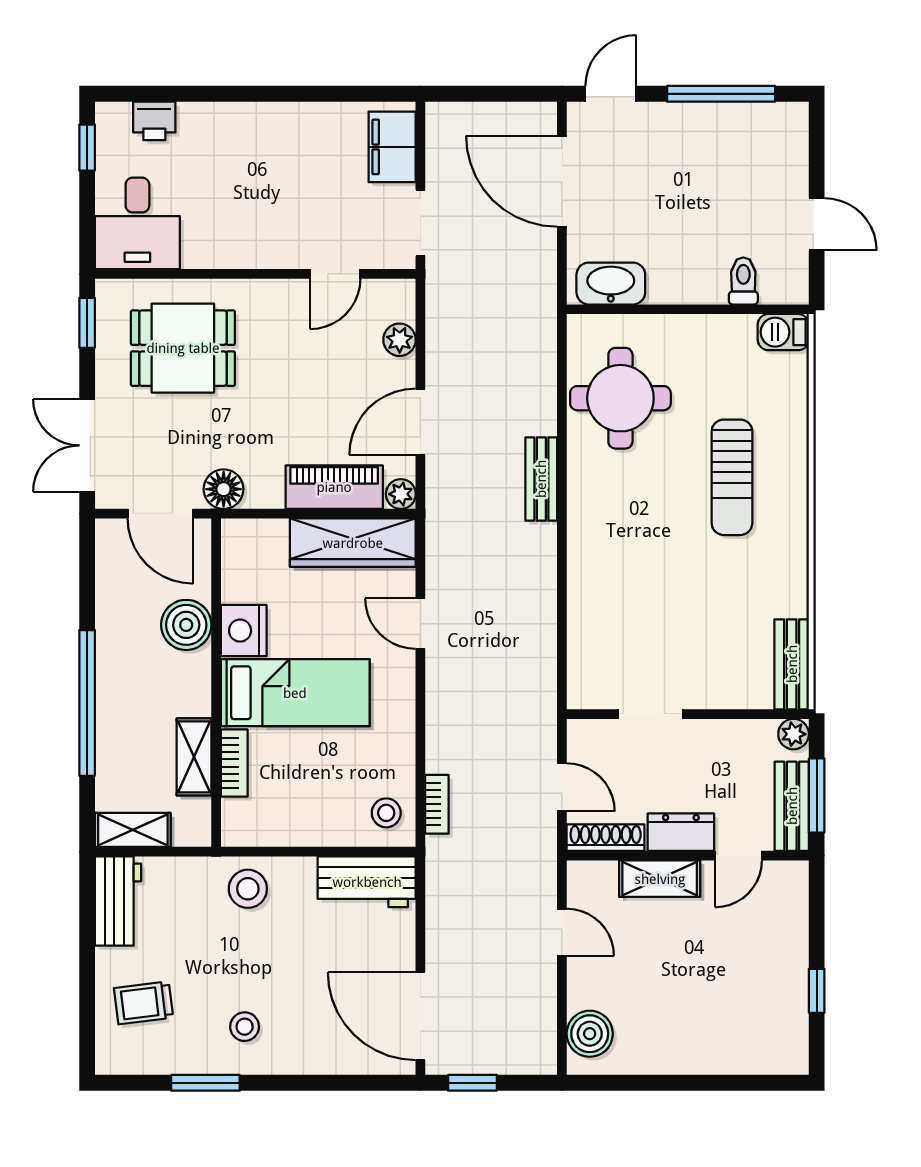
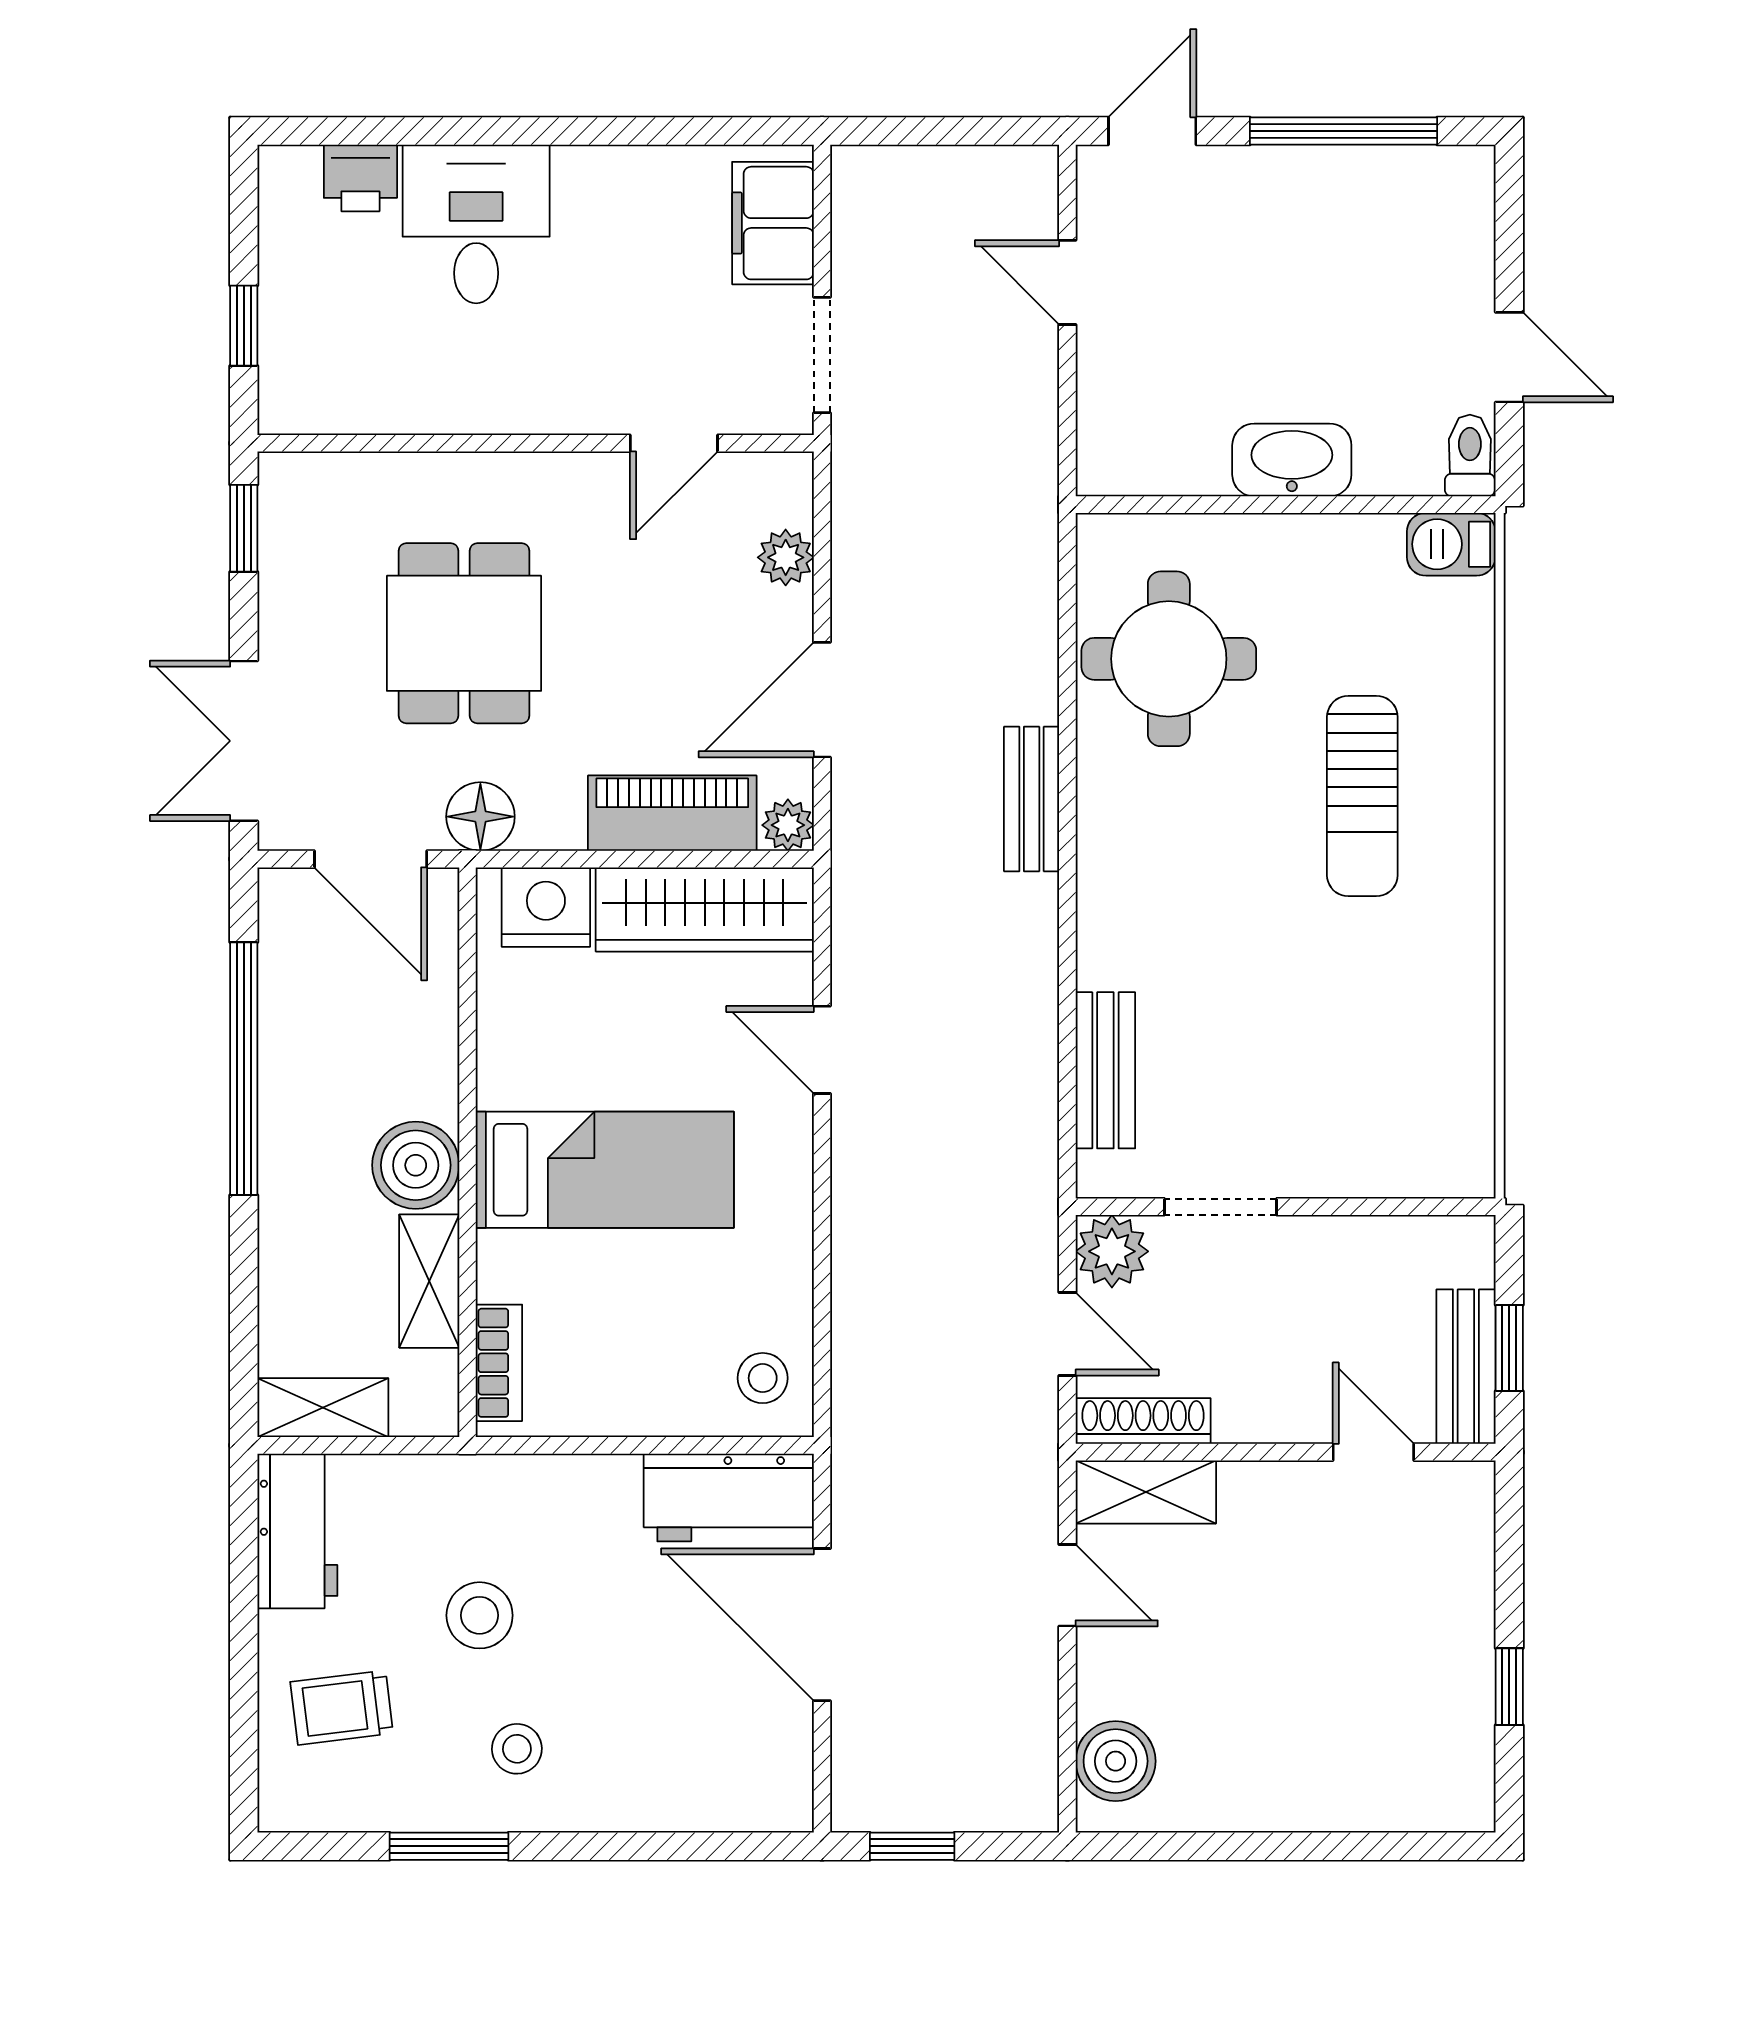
window: (87, 148) -> (244, 326), moved
door: (562, 181) -> (1067, 282), width x0.53
desk: (137, 223) -> (476, 224), moved, turned 180
toilet: (743, 281) -> (1470, 456), moved
washbasin: (611, 284) -> (1292, 460), moved
dining table: (183, 348) -> (464, 633), moved, turned 90
boiler: (186, 625) -> (416, 1165), moved
nightstand: (244, 631) -> (546, 907), moved, turned 90
bench: (792, 664) -> (1105, 1070), moved
window: (87, 703) -> (244, 1069), moved
plant: (794, 734) -> (1112, 1251), moved, width x1.38, depth x1.38
bookcase: (234, 763) -> (499, 1363), moved
window: (817, 796) -> (1509, 1348), width x0.67
bookcase: (437, 804) -> (851, 1363), removed
dresser: (681, 832) -> (1274, 1412), removed
door: (738, 856) -> (1373, 1452), swing flipped
shelving: (660, 879) -> (1146, 1492), moved
stool: (248, 889) -> (480, 1615), moved
door: (420, 1016) -> (822, 1625), moved

